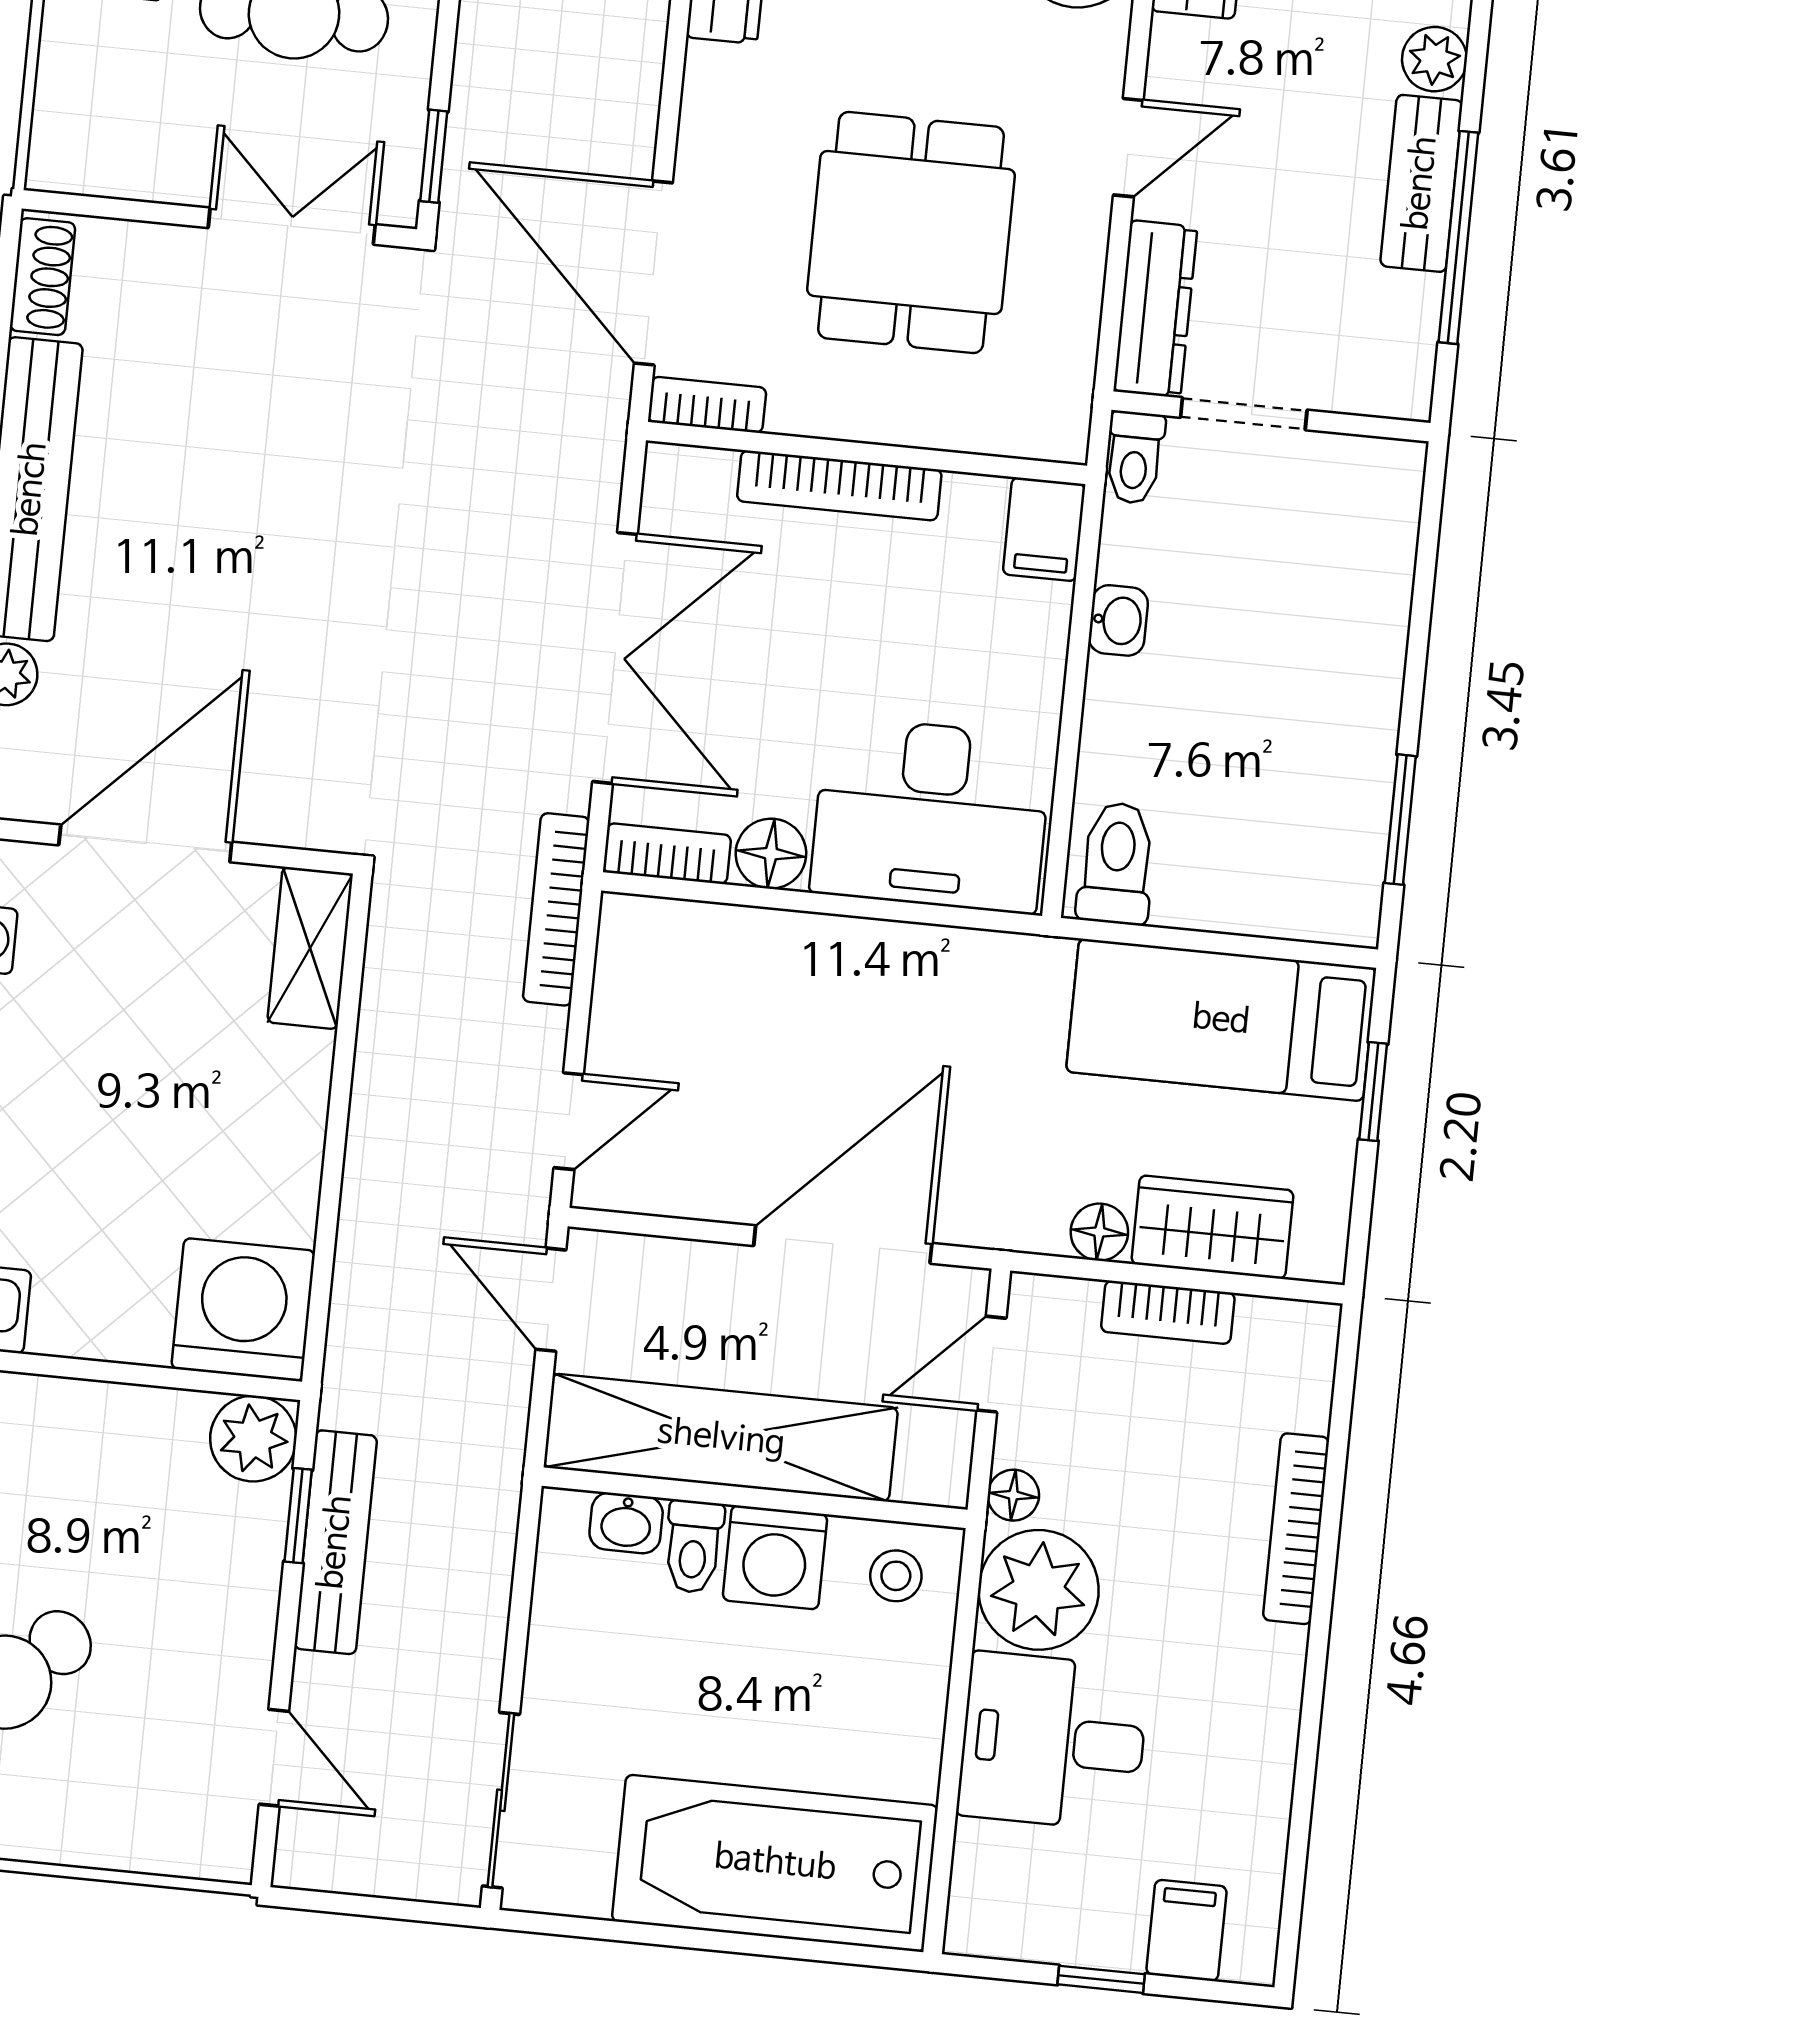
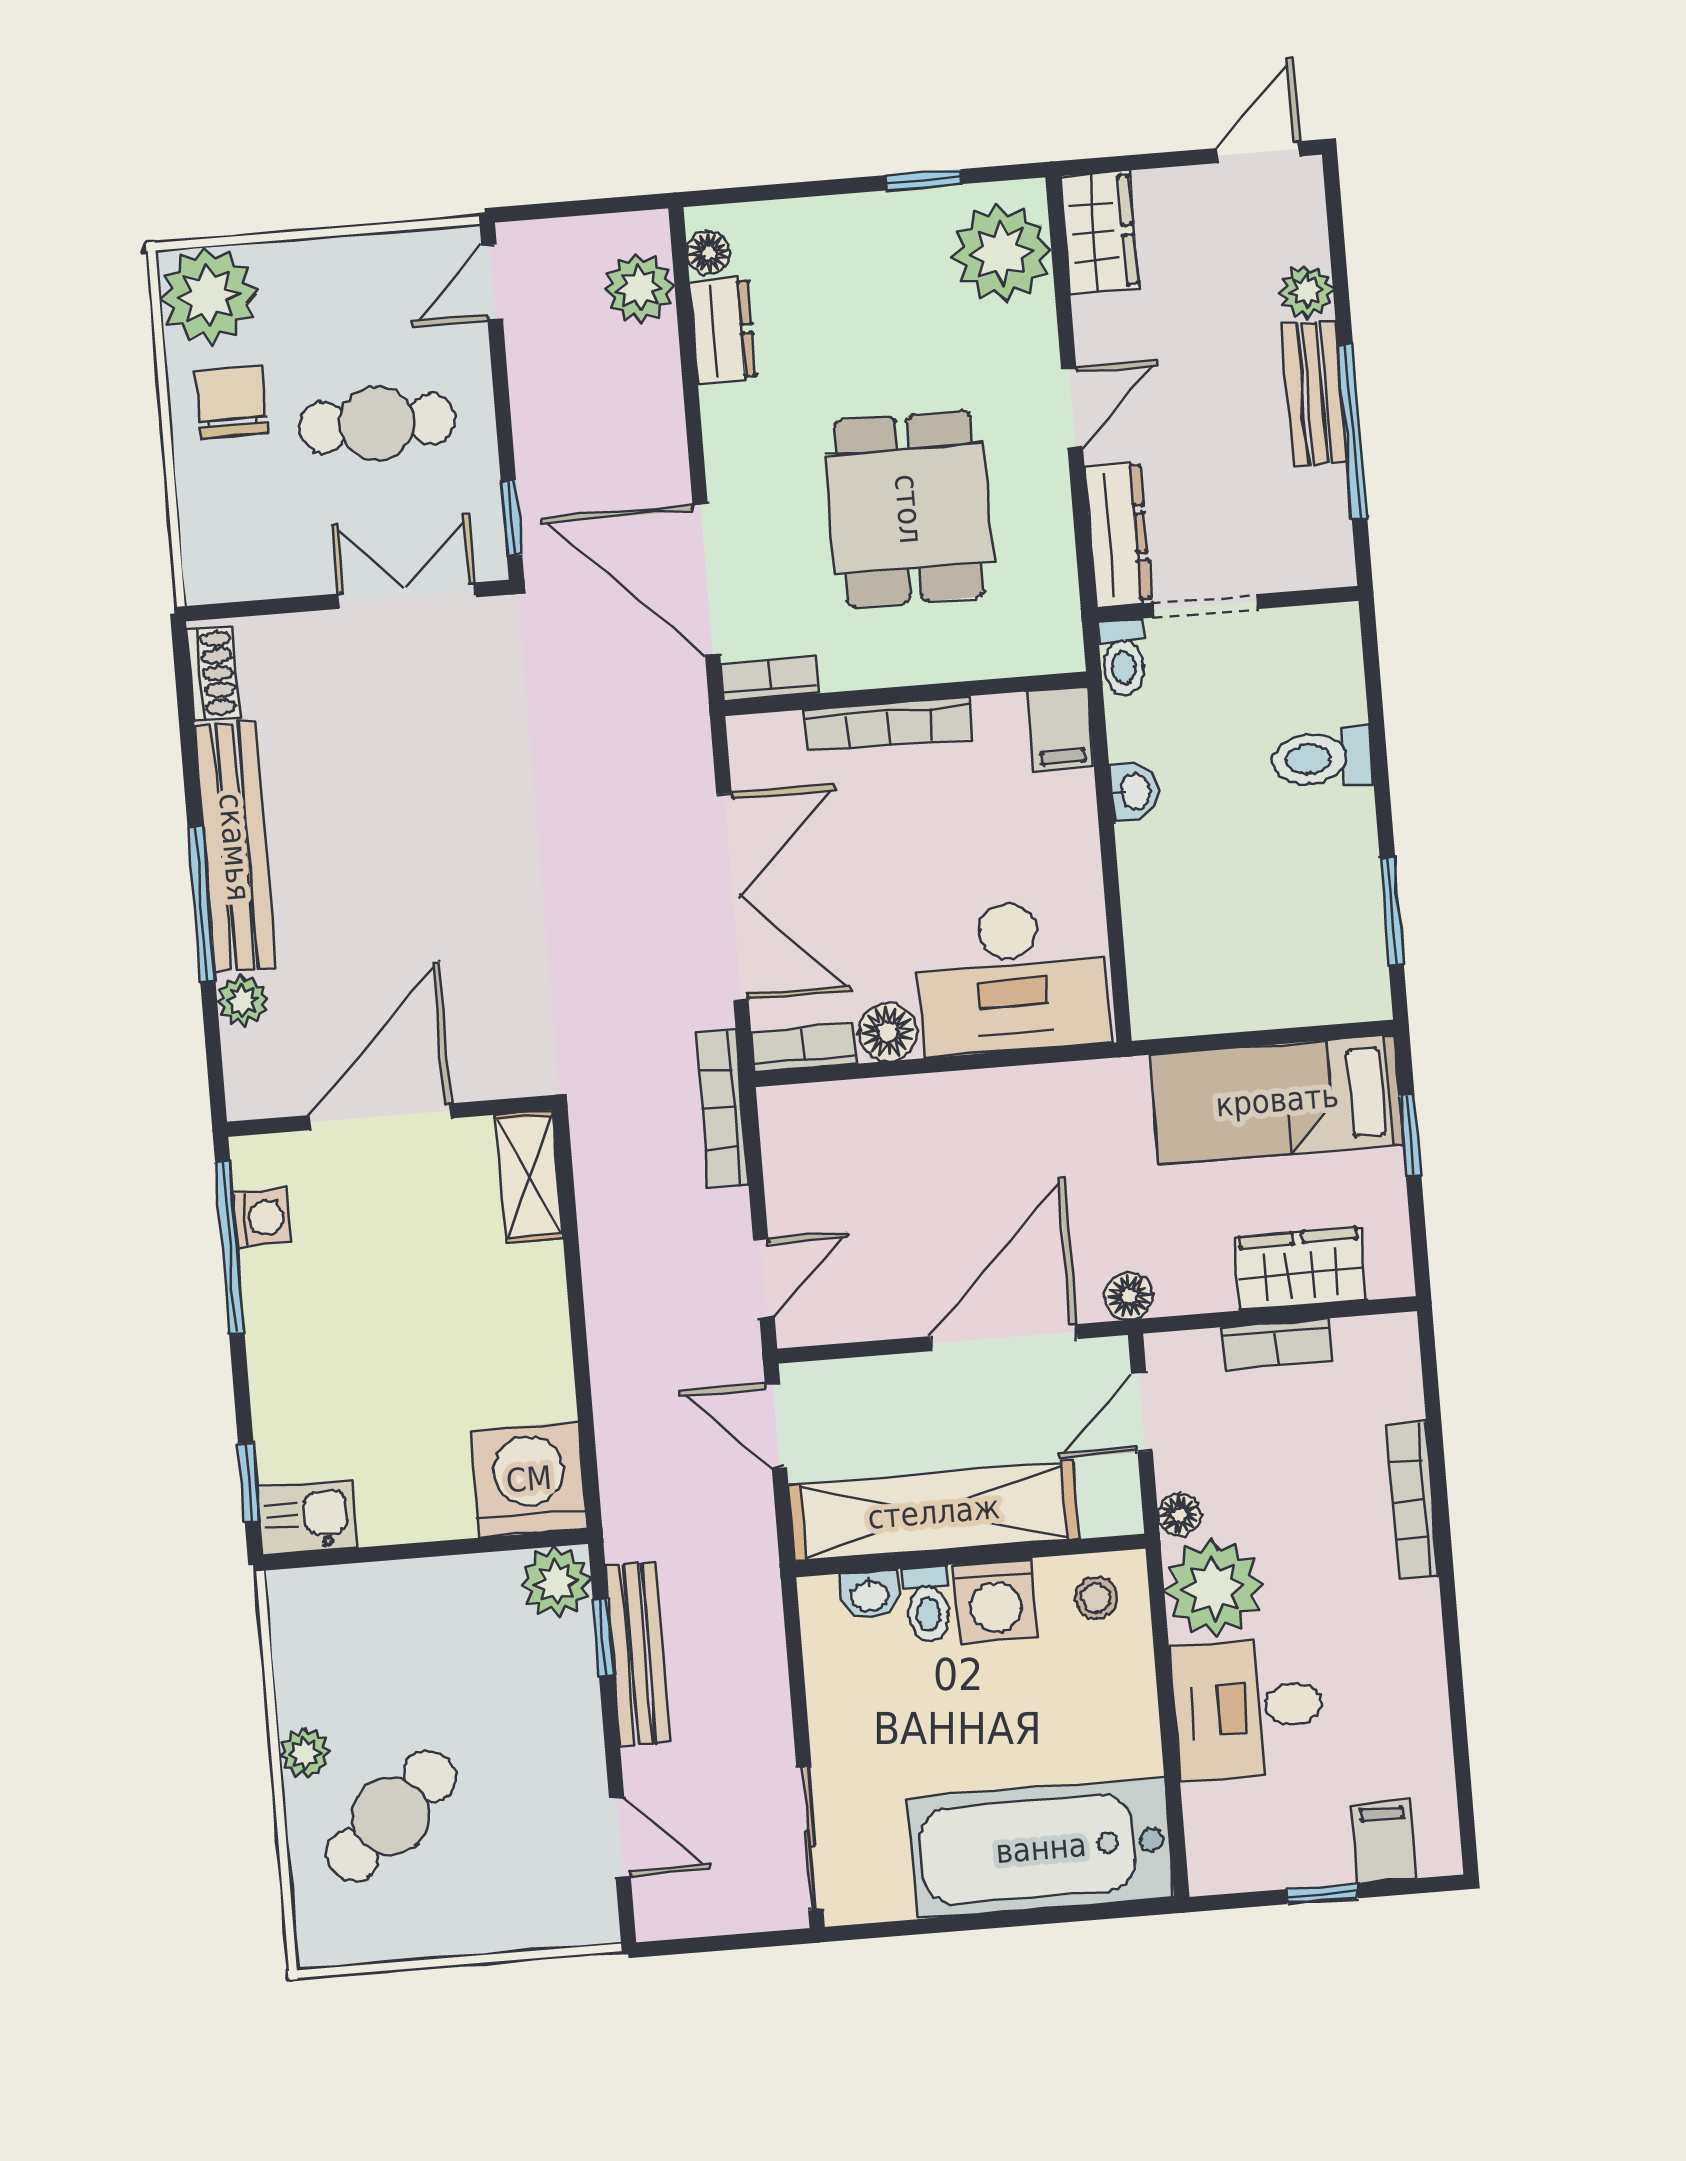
toilet: (1117, 863) -> (1322, 758), moved, turned -90
floor lamp: (1099, 1232) -> (1129, 1296), moved

